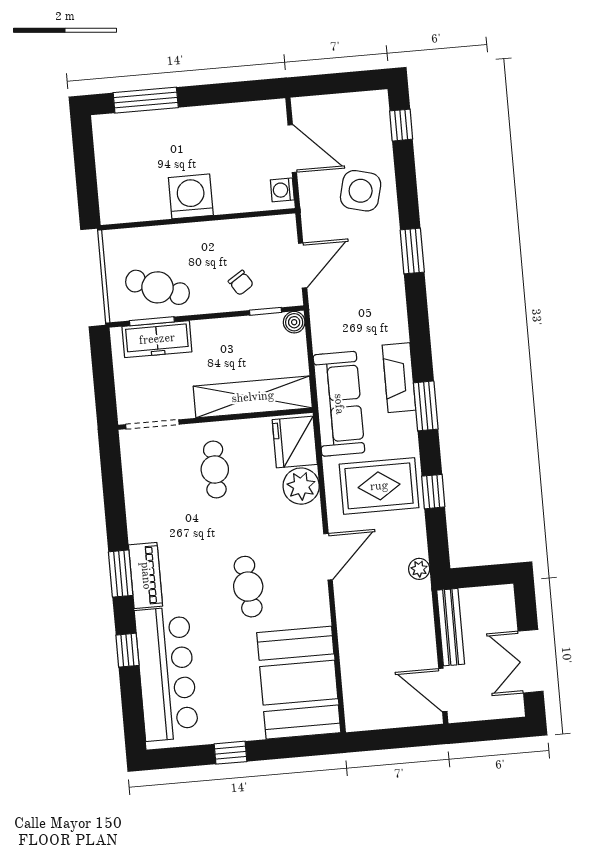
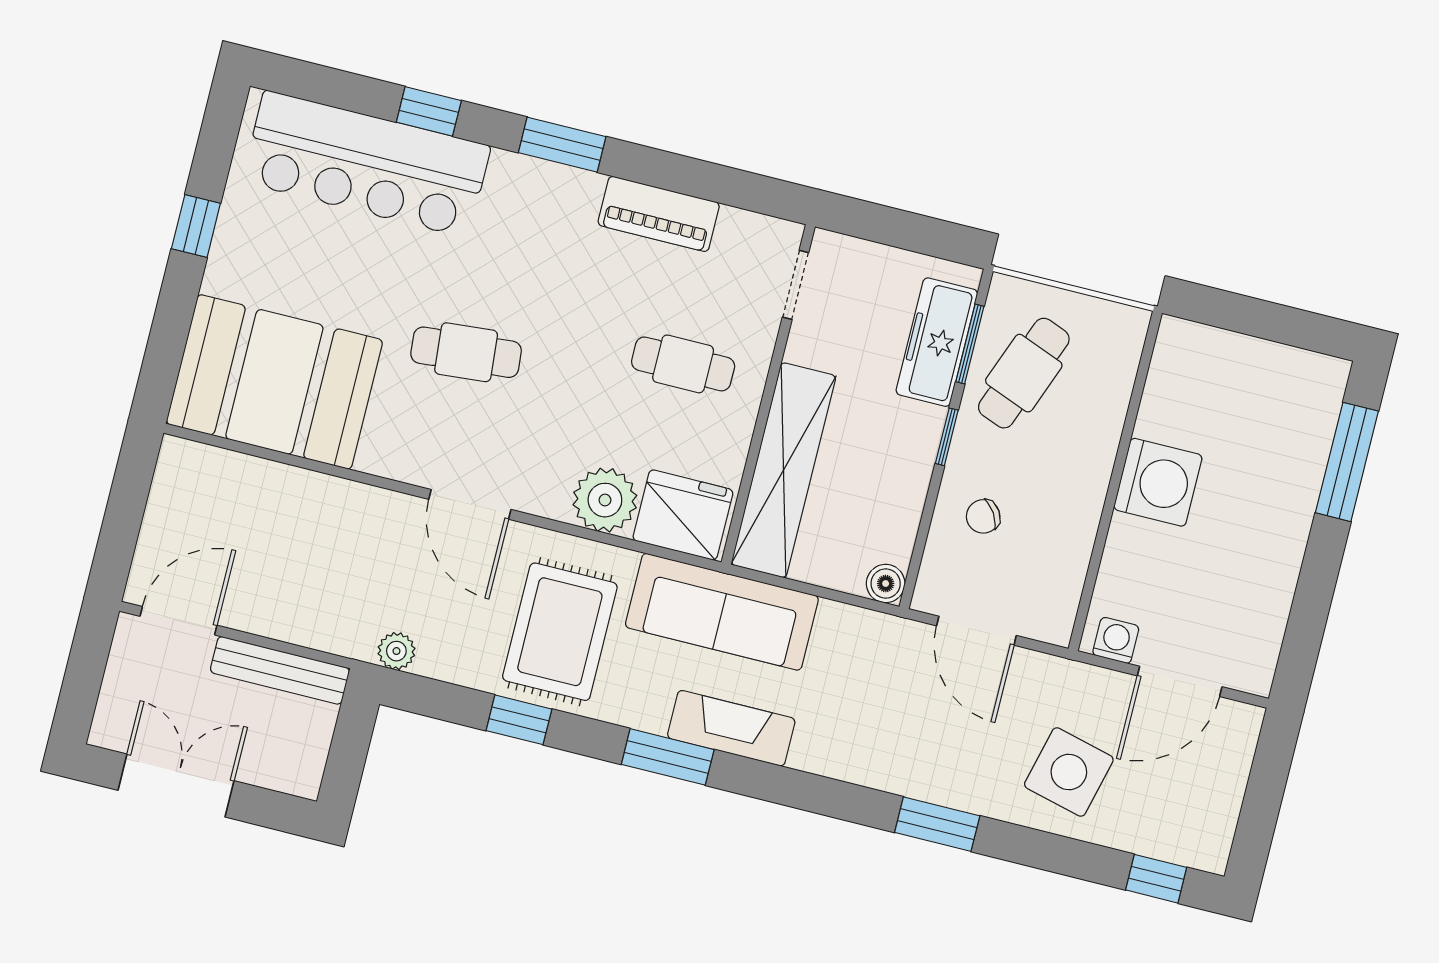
window: (266, 311) -> (947, 437), moved
doorway: (152, 424) -> (796, 285), width x0.73
piano: (146, 576) -> (659, 214), moved

